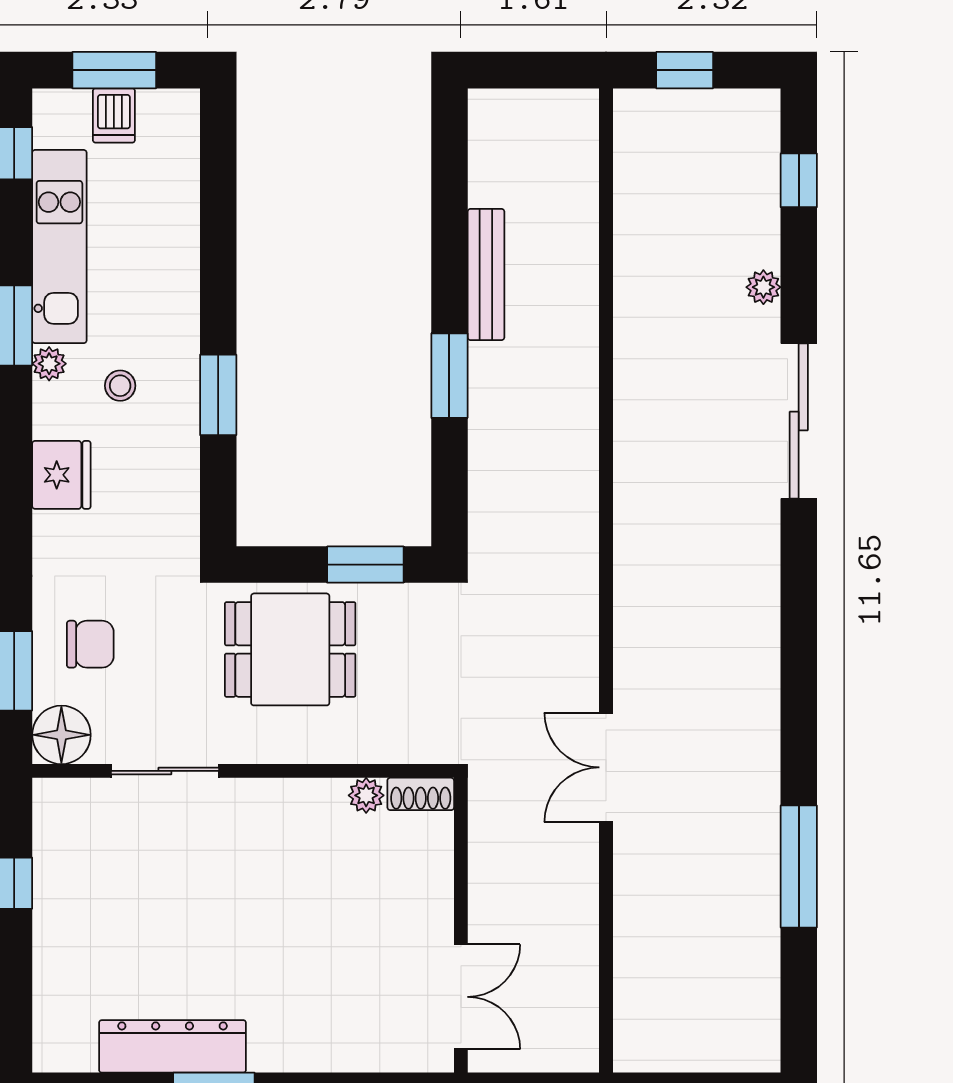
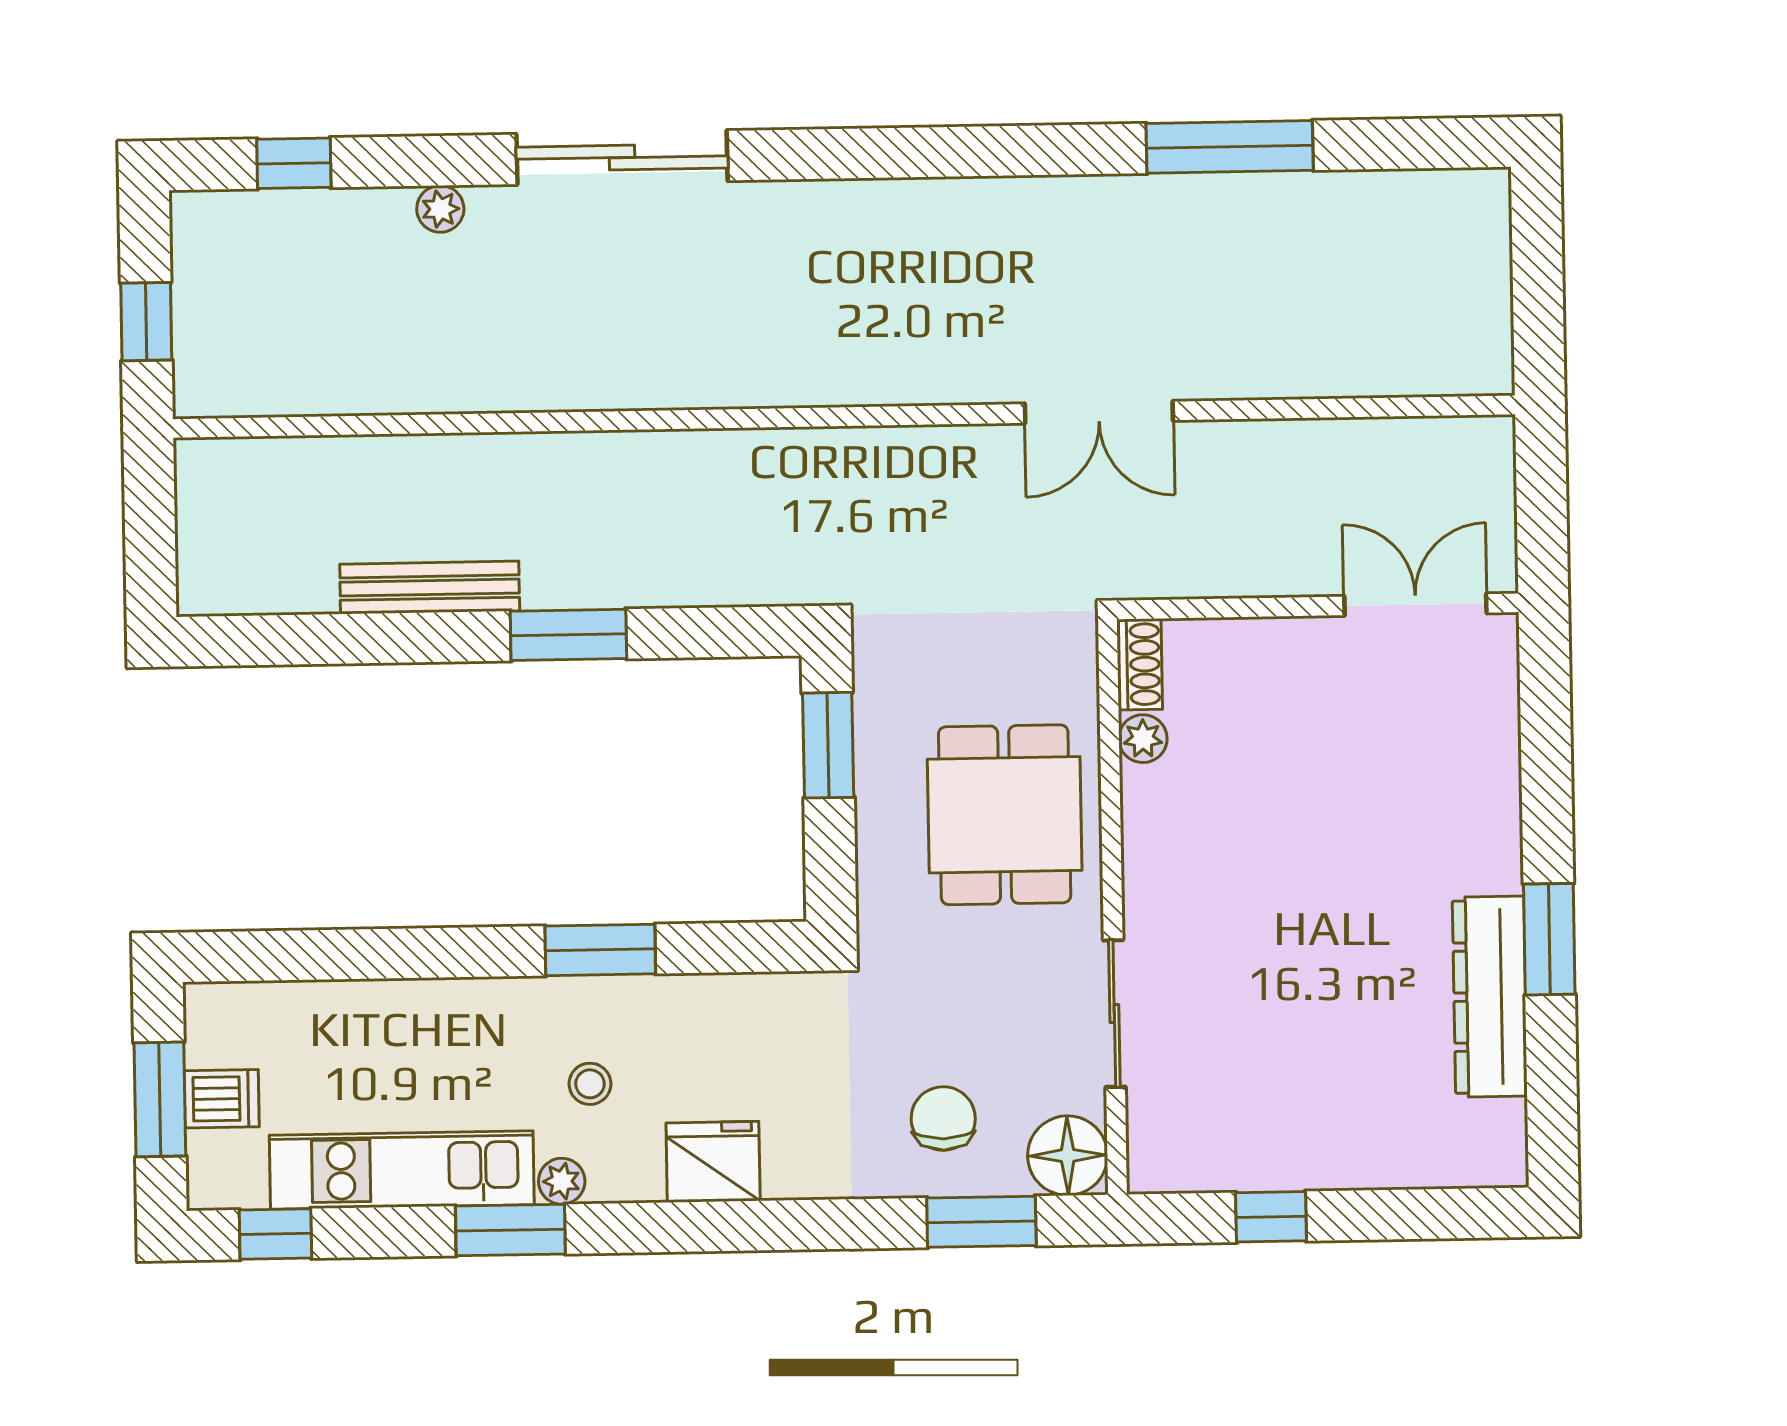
dining table: (290, 649) -> (1005, 815), moved

